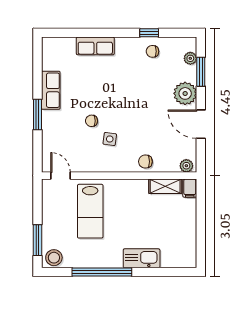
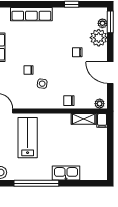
row of seats: (95, 46) -> (31, 14), width x1.48
chair: (152, 51) -> (77, 52), moved
window: (201, 72) -> (110, 22), moved
plant: (185, 93) -> (99, 38), moved
lab bench: (90, 211) -> (28, 138), turned 180

